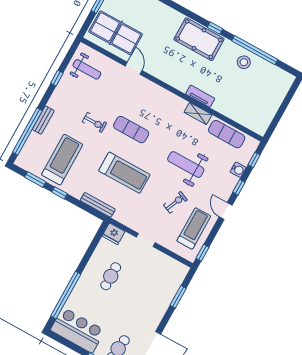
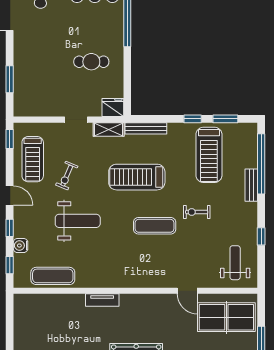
weight bench: (87, 69) -> (235, 263), turned 90
shelving: (198, 113) -> (109, 129), moved
cafe table: (111, 276) -> (91, 62), turned 90

